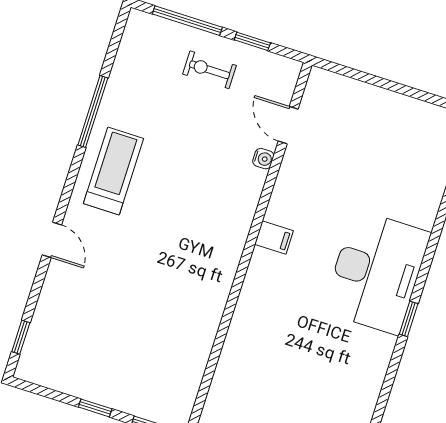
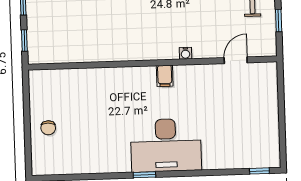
water cooler: (263, 159) -> (185, 53), moved

